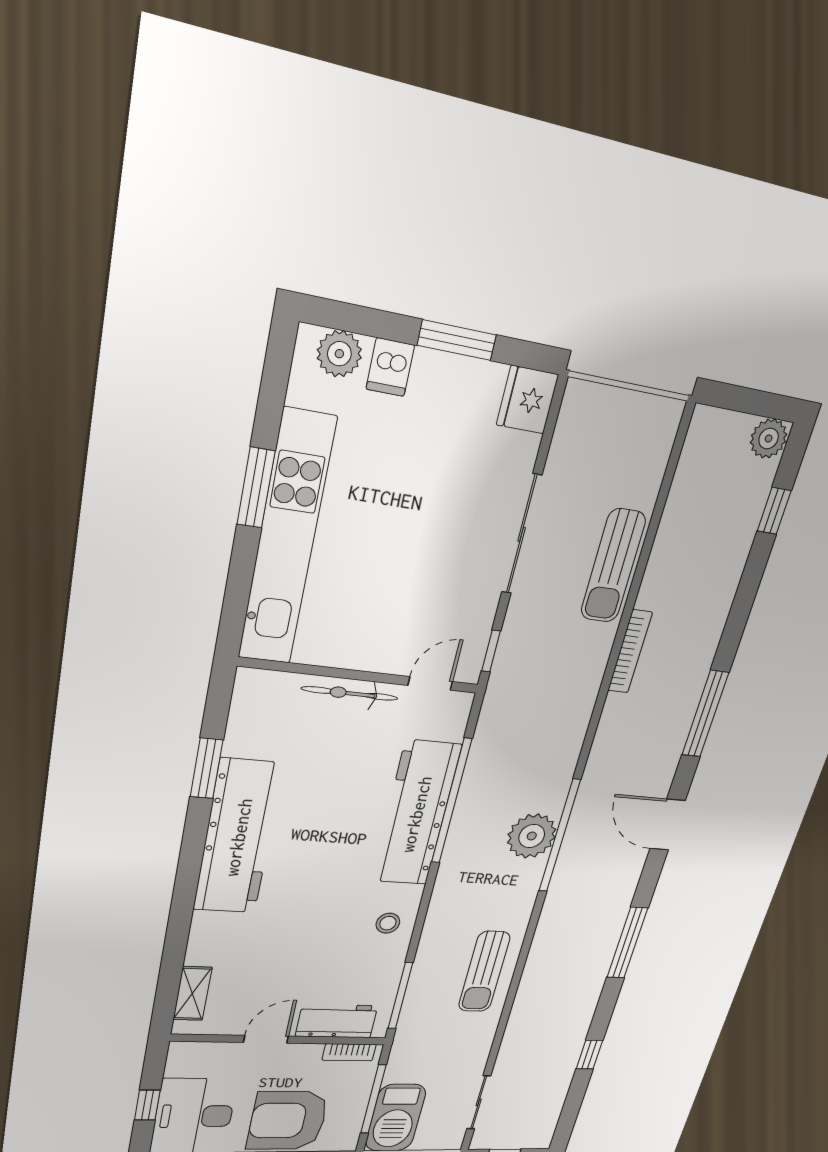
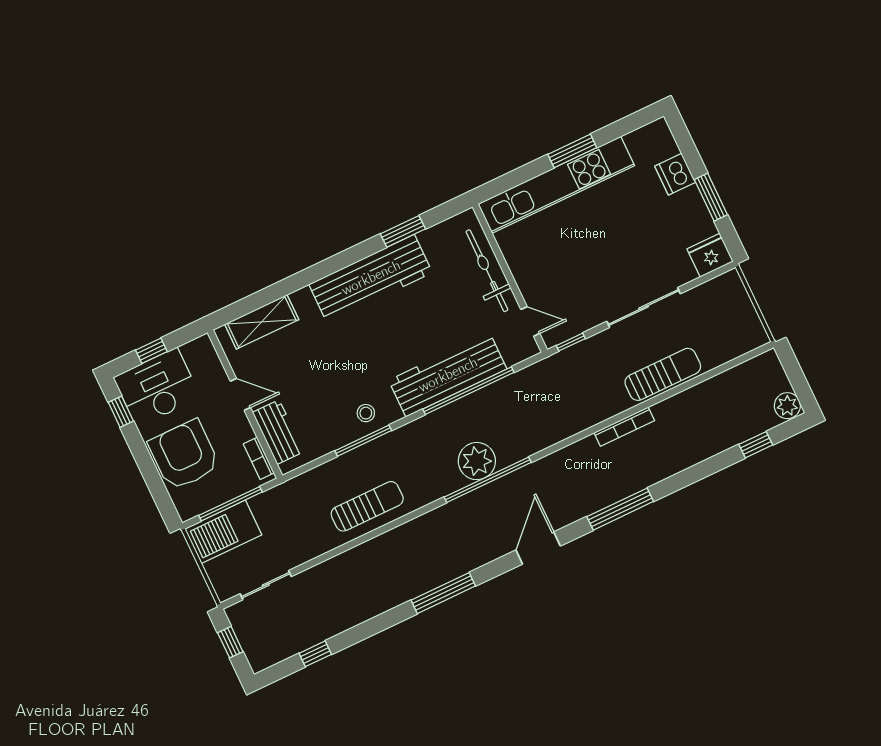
plant: (339, 354) -> (663, 145), removed
dishwasher: (390, 367) -> (675, 174), width x1.38
sun lounger: (613, 566) -> (663, 374), turned 180
bicycle: (350, 693) -> (487, 271), width x1.37, depth x1.40
sun lounger: (484, 972) -> (367, 506), turned 180
shelving: (192, 994) -> (262, 322), width x1.50, depth x1.33
window: (400, 996) -> (363, 441), moved
window: (589, 1055) -> (315, 654), moved

